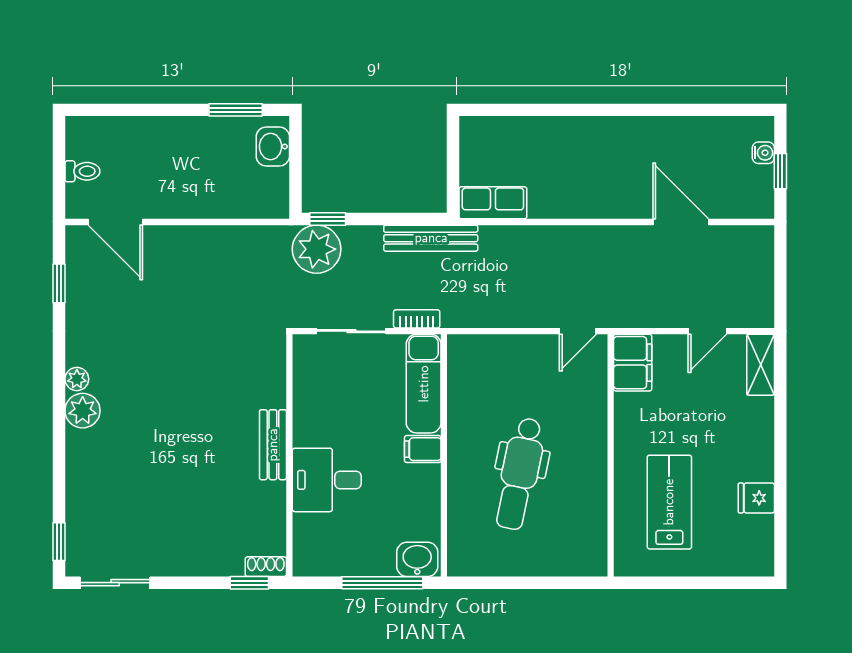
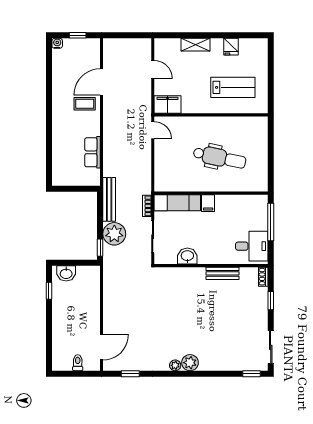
window: (236, 110) -> (49, 291), width x0.67
water cooler: (763, 153) -> (57, 43), moved
coffee table: (634, 186) -> (85, 104), added
row of seats: (493, 203) -> (93, 152), moved
plant: (317, 249) -> (114, 234), moved
shelving: (761, 365) -> (195, 45), moved
bench: (273, 445) -> (223, 273), moved
desk: (327, 480) -> (252, 246), moved, turned -90
lab bench: (669, 502) -> (233, 87), turned 180
washbasin: (417, 559) -> (187, 256), moved, turned 90
window: (249, 583) -> (271, 301), moved

